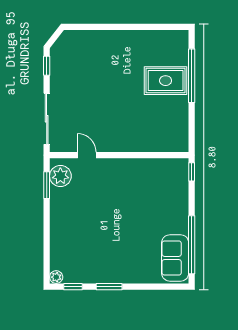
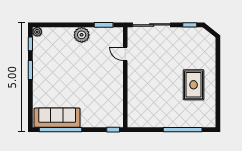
rug: (166, 81) -> (194, 85), moved
door: (87, 155) -> (125, 54), swing flipped
plant: (60, 176) -> (82, 35), moved
sofa: (175, 258) -> (57, 118), width x1.36

